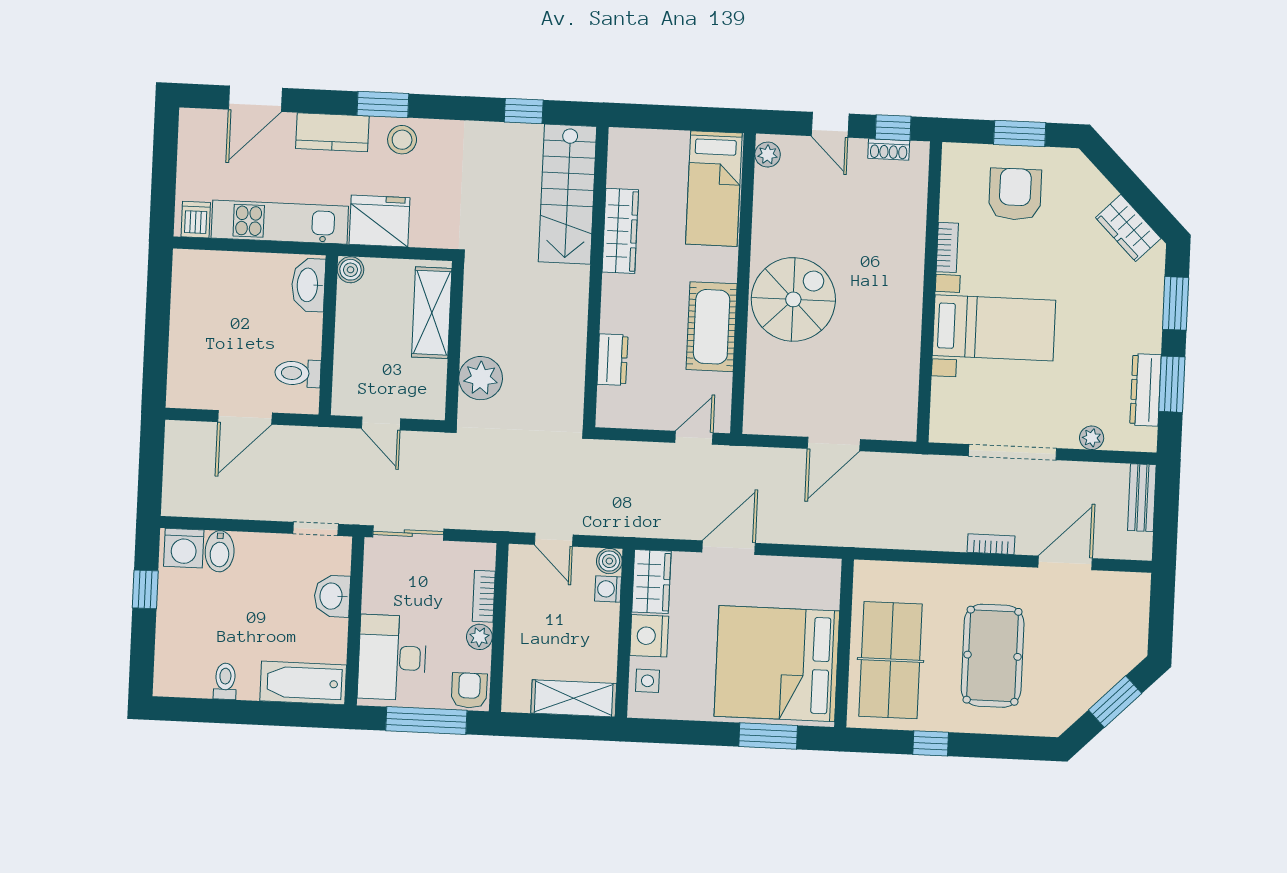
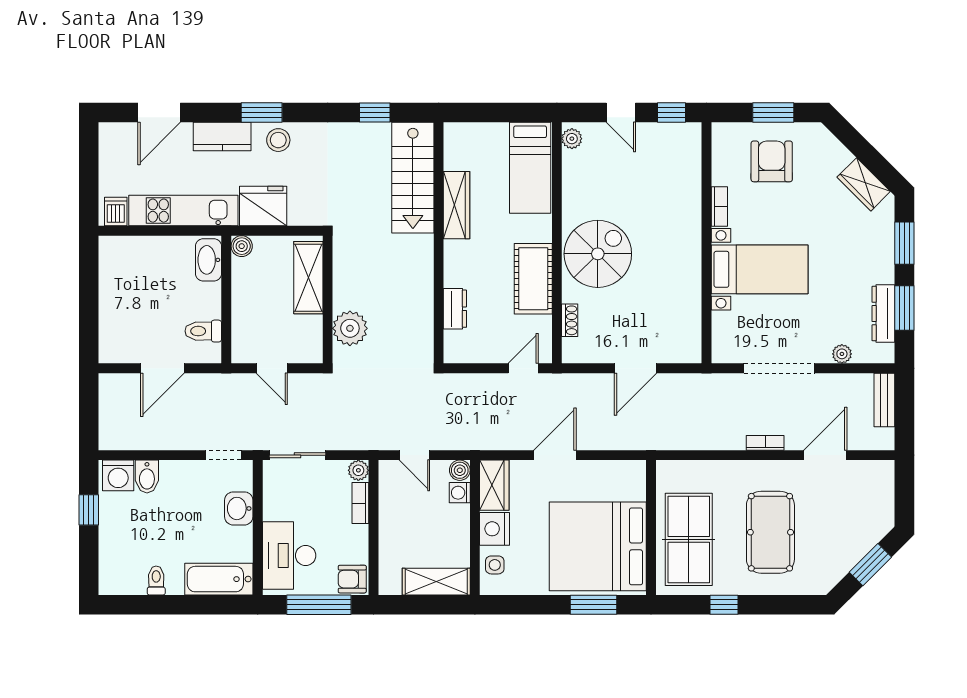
shoe rack: (889, 149) -> (570, 320), moved, turned -90
plant: (479, 637) -> (358, 470), moved
armchair: (469, 690) -> (352, 579), turned -90

